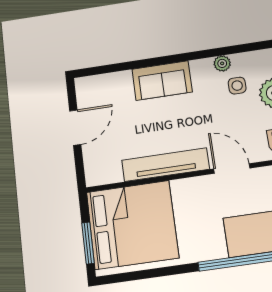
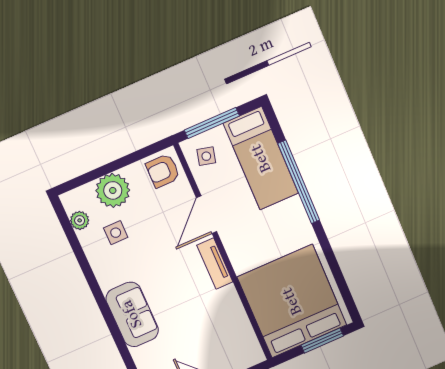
plant: (222, 63) -> (80, 220), moved
tv unit: (165, 165) -> (215, 264), width x0.52, depth x0.78

